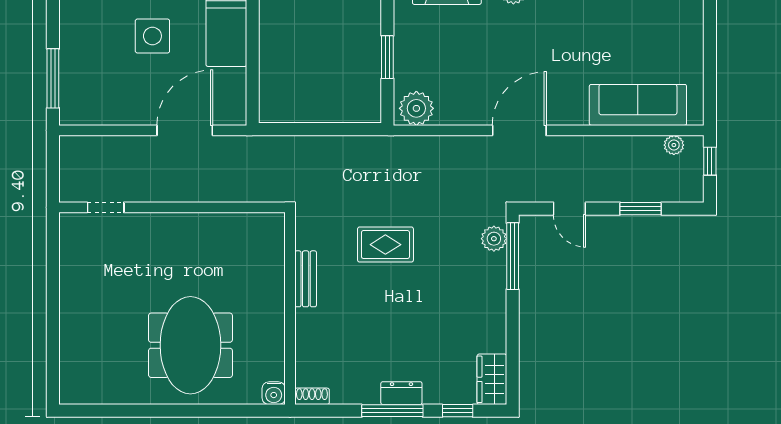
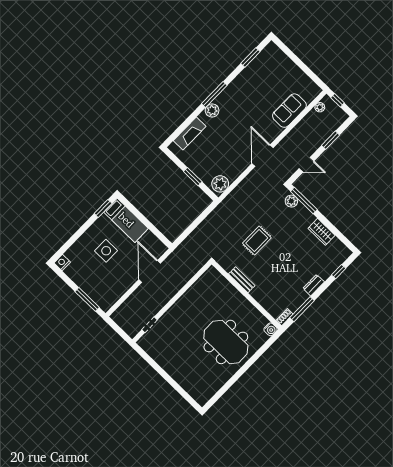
sofa: (638, 105) -> (289, 111), width x0.73
wardrobe: (492, 379) -> (321, 232), moved
window: (392, 411) -> (302, 309), moved

